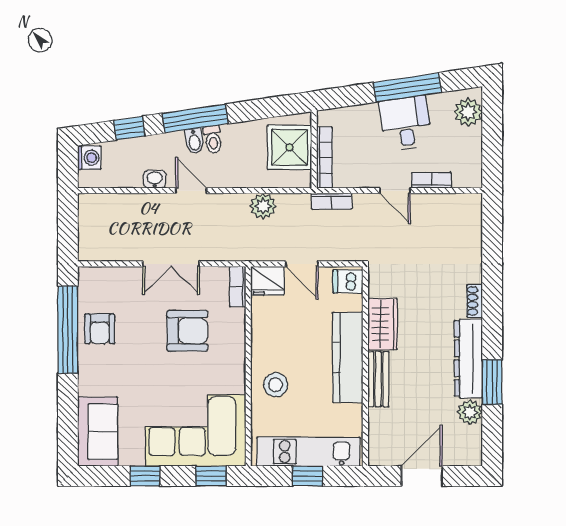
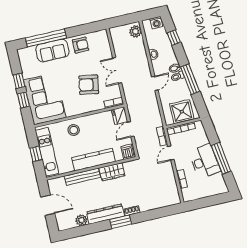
plant: (468, 112) -> (216, 188), removed
window: (195, 119) -> (190, 79), moved
desk: (405, 123) -> (205, 161), width x1.37
door: (191, 191) -> (155, 83), moved
door: (395, 191) -> (171, 153), moved
plant: (263, 206) -> (135, 31), moved
armchair: (100, 329) -> (81, 45), turned 180
window: (68, 330) -> (46, 38), moved
armchair: (187, 331) -> (89, 85), turned 100
bench: (378, 379) -> (82, 177), width x1.36
window: (492, 382) -> (121, 222), moved
sofa: (98, 432) -> (52, 51), moved
window: (211, 476) -> (23, 100), moved

